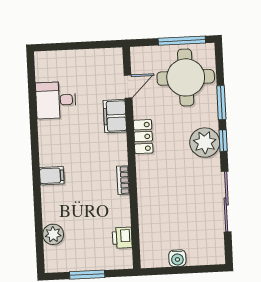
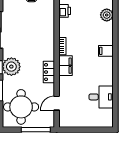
window: (182, 41) -> (36, 130), moved
filing cabinet: (115, 116) -> (65, 66), moved

